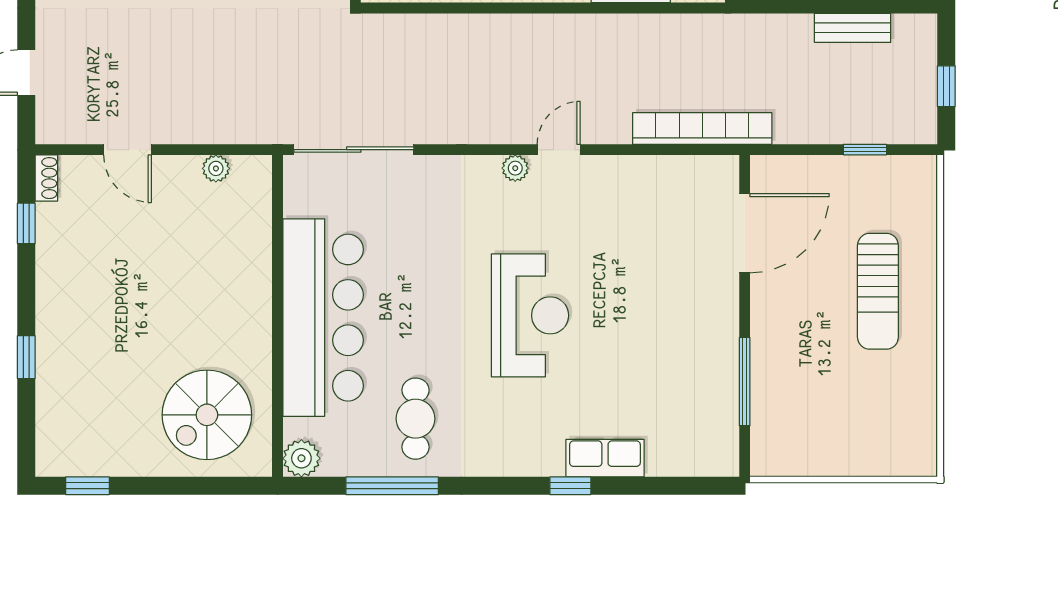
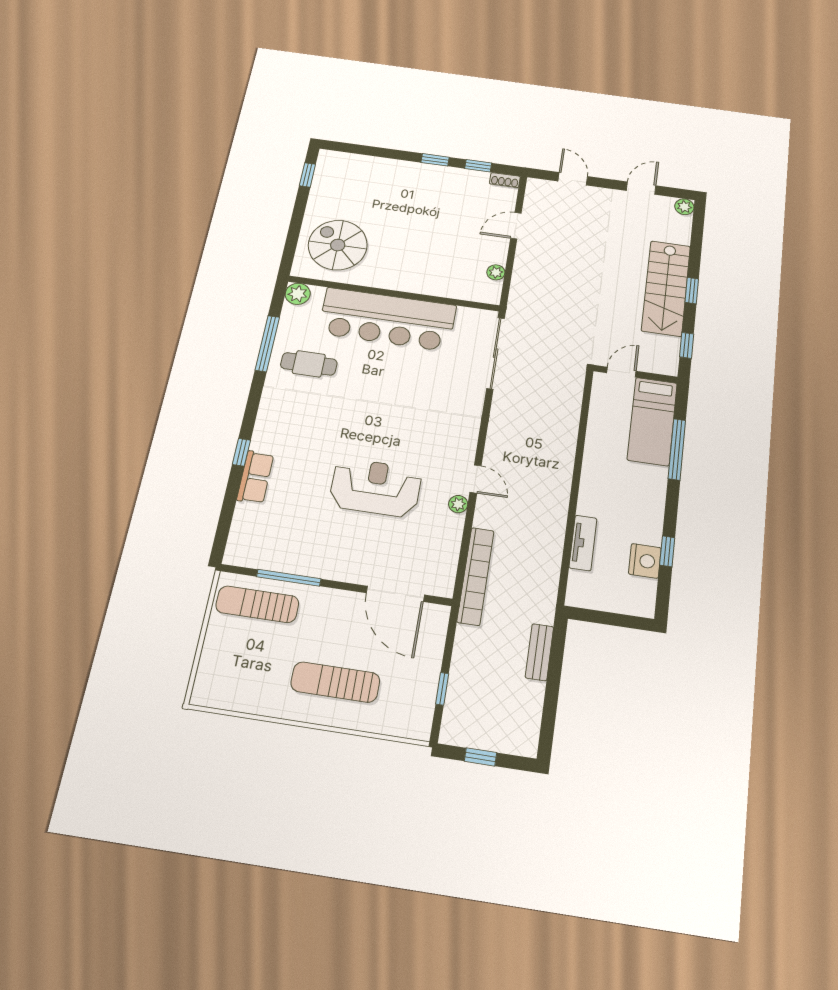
bench: (853, 28) -> (539, 652), moved
plant: (515, 168) -> (458, 504), moved
reception desk: (530, 315) -> (376, 488), moved, turned 180
window: (26, 357) -> (435, 160), moved
sun lounger: (788, 416) -> (257, 604), added

